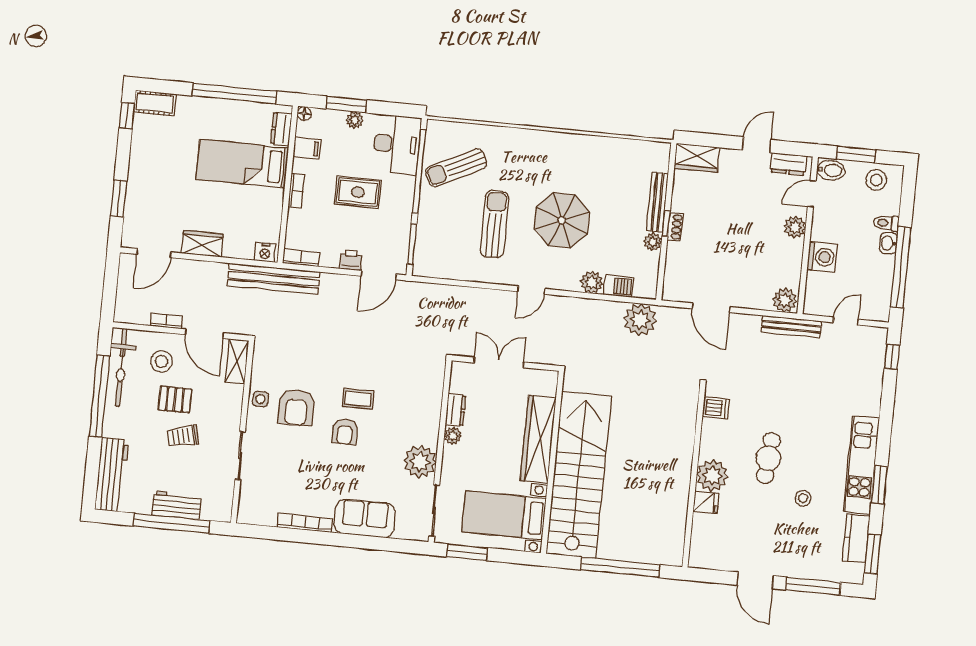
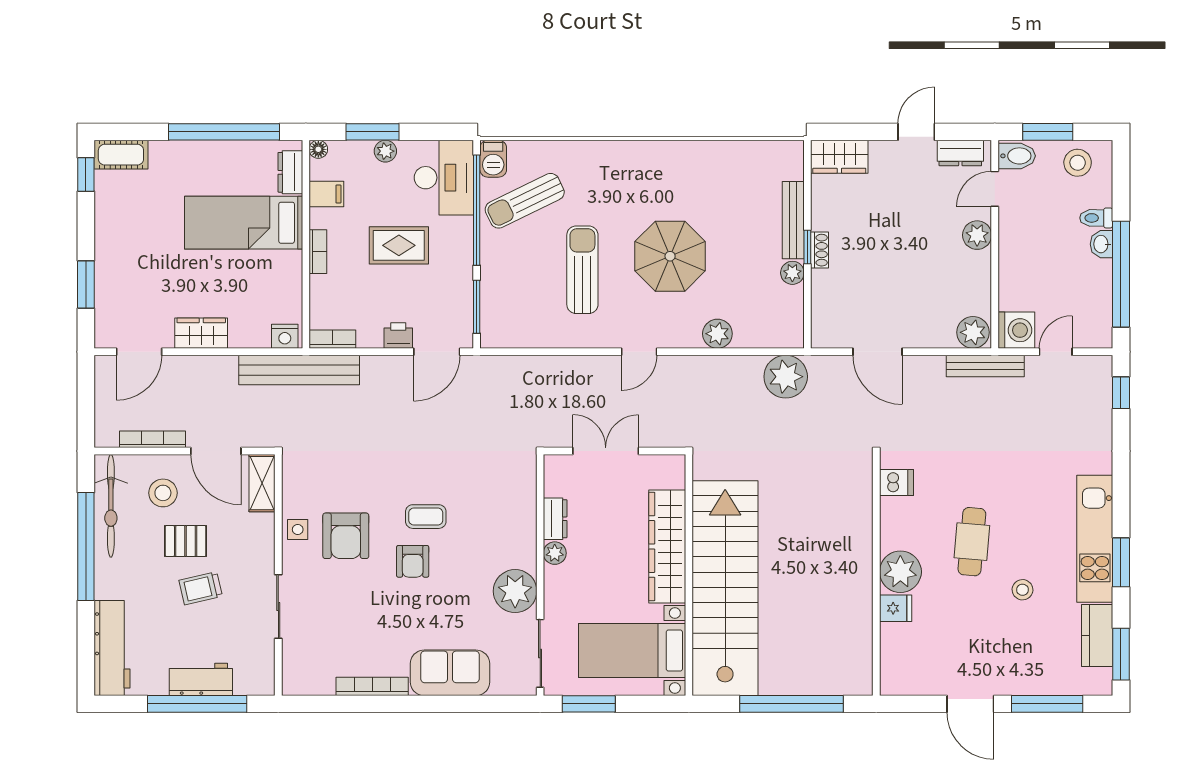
washing machine: (822, 257) -> (1016, 330), moved
barbecue: (618, 286) -> (493, 159), moved, turned 90
bookcase: (166, 321) -> (152, 439), width x1.56

